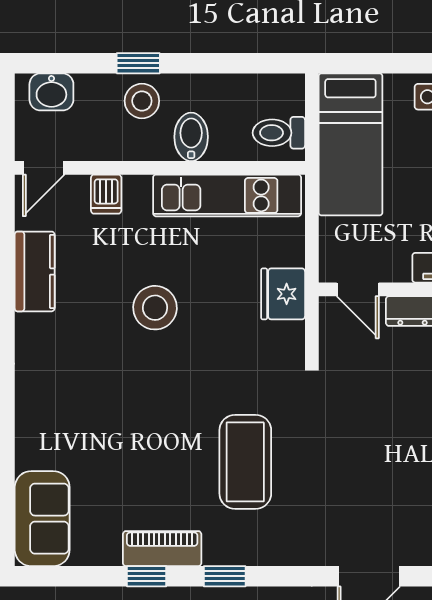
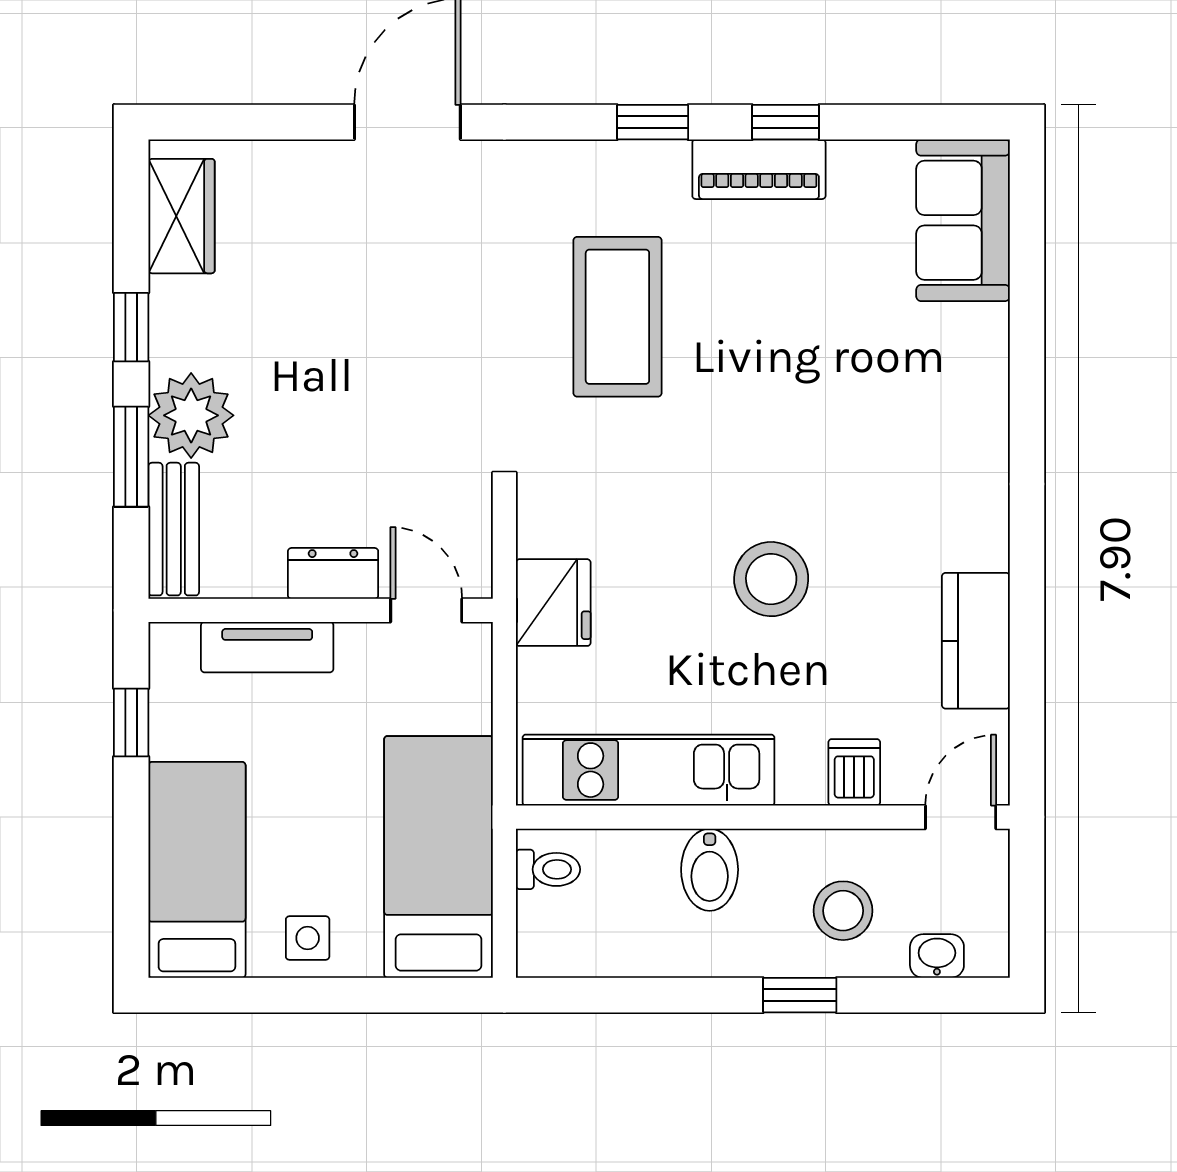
washbasin: (51, 92) -> (937, 956), width x0.72, depth x0.69
stool: (142, 101) -> (843, 911), moved
toilet: (279, 133) -> (548, 869), width x0.73, depth x0.72

